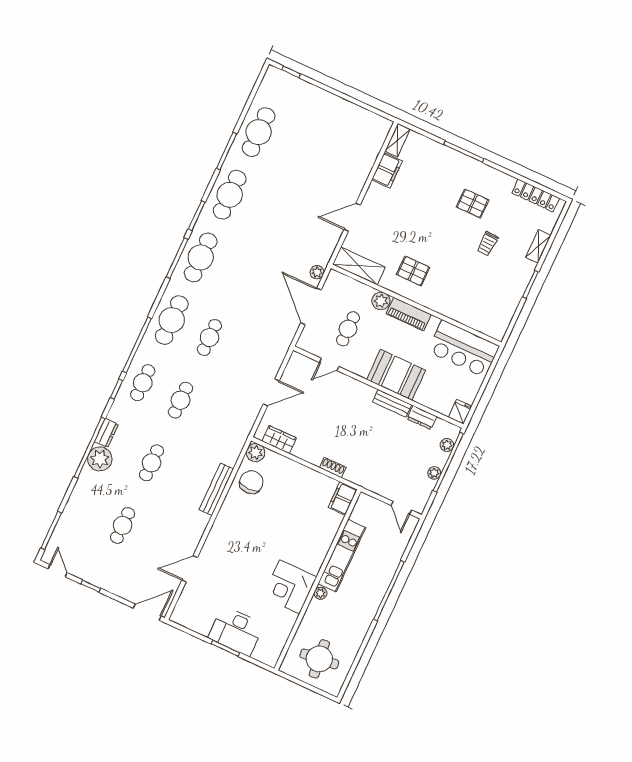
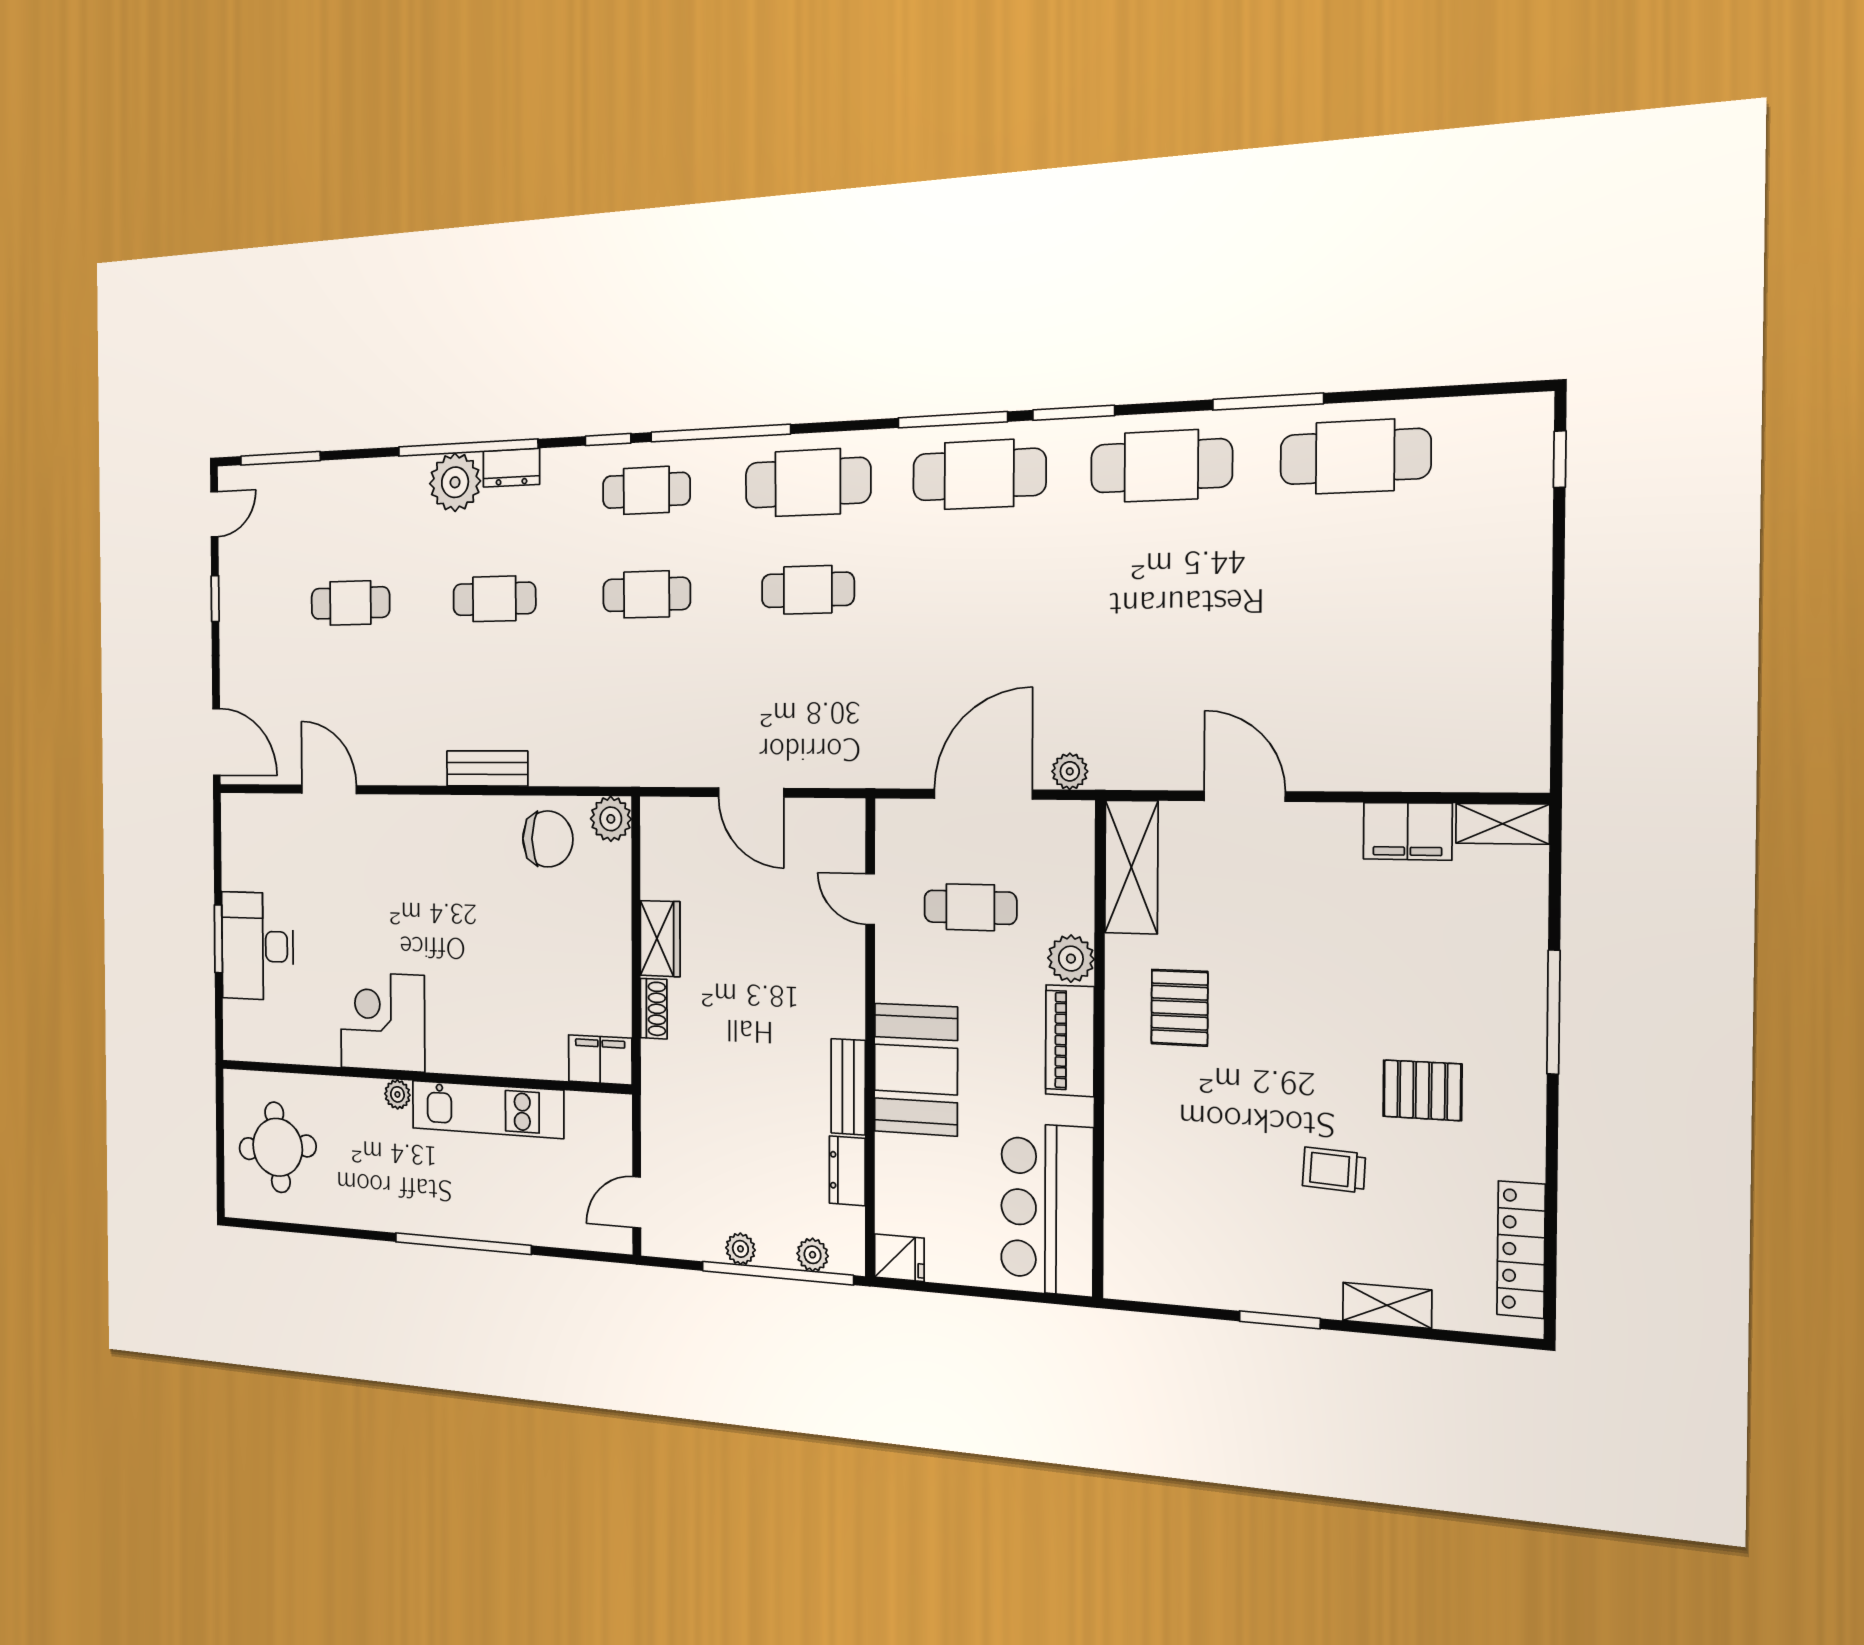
pallet: (473, 203) -> (1422, 1090), turned 90
wardrobe: (279, 440) -> (660, 939), moved
bench: (216, 489) -> (487, 768), width x0.73

